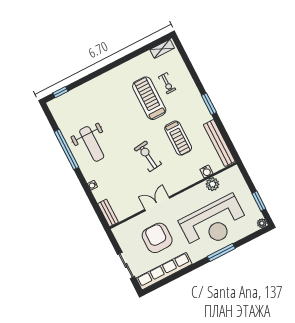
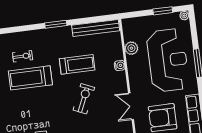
exercise bike: (148, 156) -> (84, 99), turned 121
water cooler: (206, 171) -> (120, 65), moved

